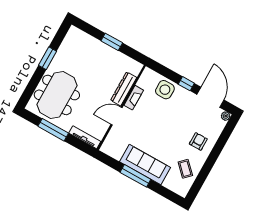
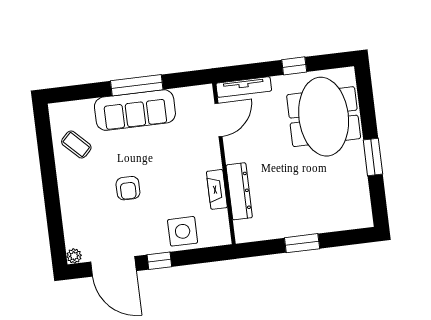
door: (117, 116) -> (219, 120), moved
window: (53, 130) -> (294, 66), width x0.46
armchair: (198, 141) -> (128, 188), moved

